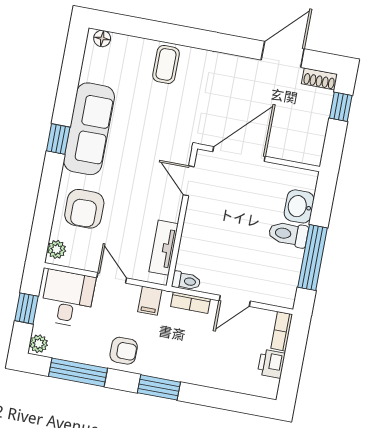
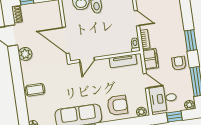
plant: (239, 69) -> (25, 54), added
door: (112, 278) -> (146, 81), swing flipped
filing cabinet: (150, 301) -> (151, 59), width x2.00

